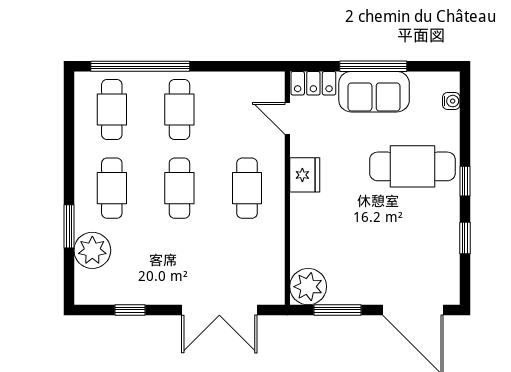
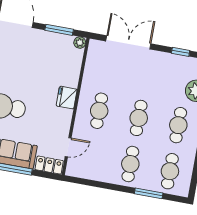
window: (140, 66) -> (149, 193), width x0.47
door: (287, 118) -> (68, 147), hinge flipped
fridge: (305, 175) -> (67, 98), moved
plant: (308, 287) -> (80, 43), width x0.53, depth x0.53

